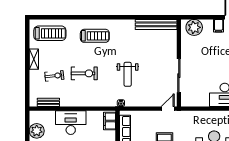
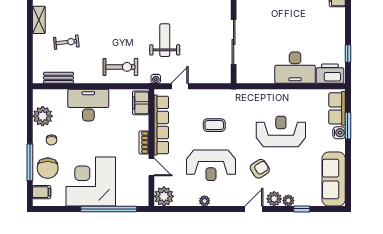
exercise bike: (84, 73) -> (120, 67), moved
weight bench: (128, 74) -> (165, 40), turned 180
door: (168, 109) -> (180, 86), moved

